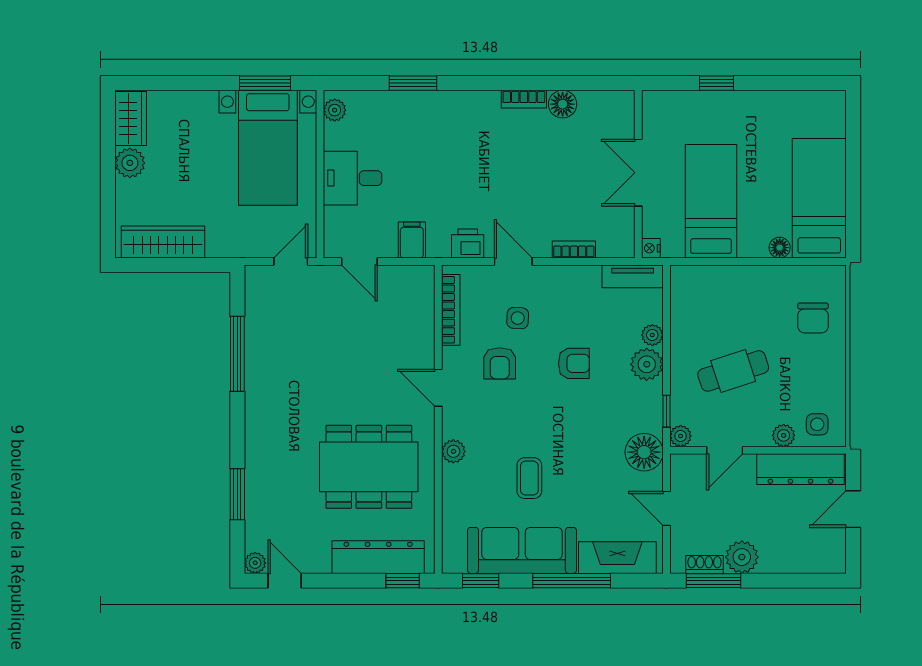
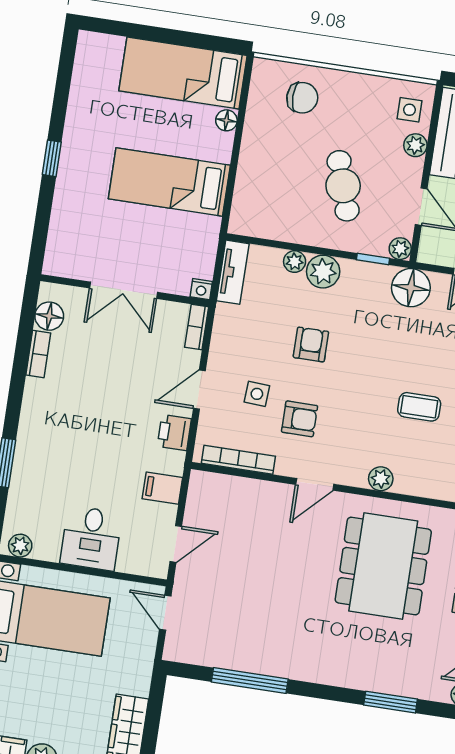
double door: (638, 173) -> (123, 290), moved
wall: (638, 174) -> (125, 290), moved
nightstand: (651, 248) -> (201, 289), moved

